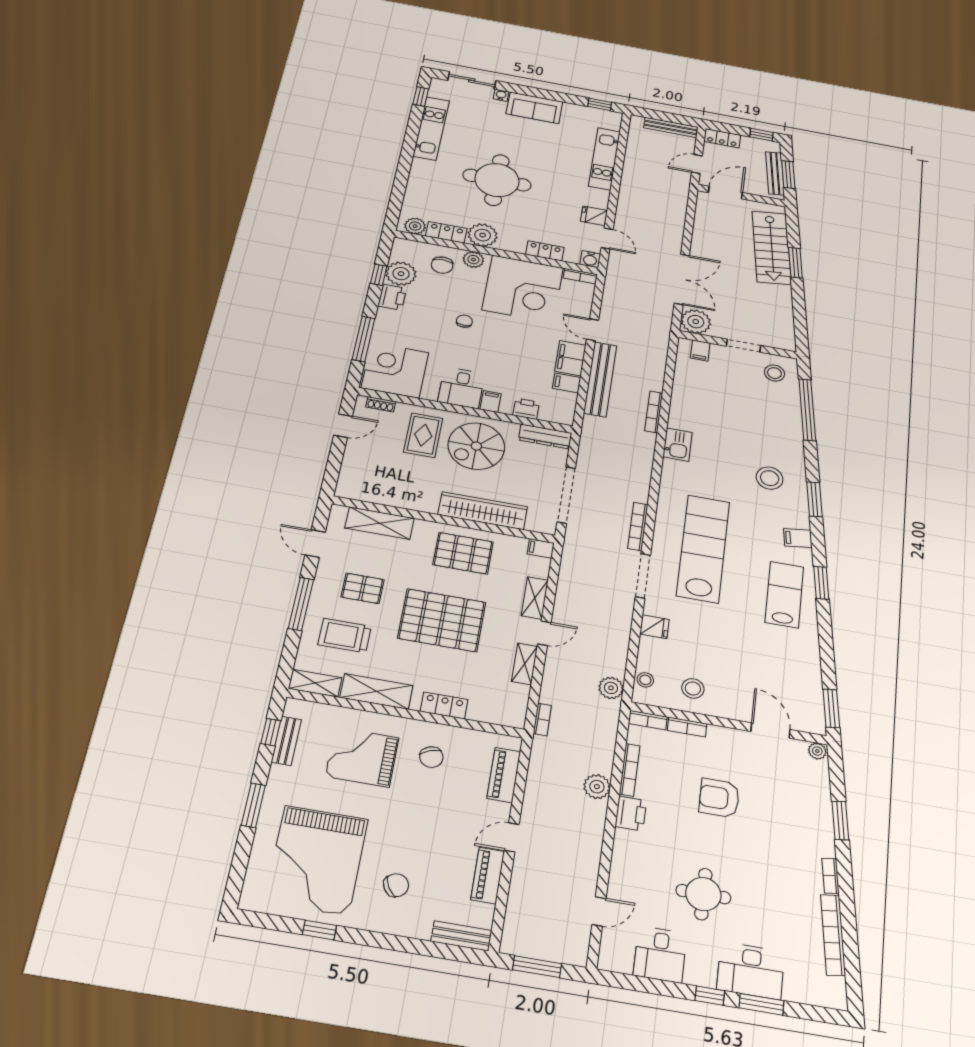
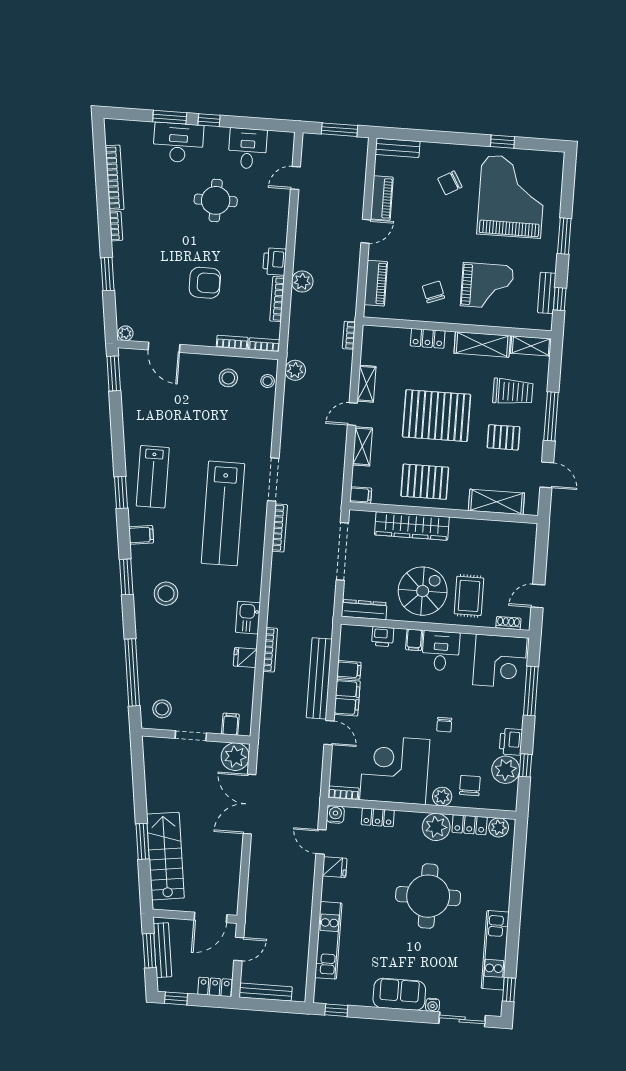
fridge: (655, 627) -> (245, 658), moved

